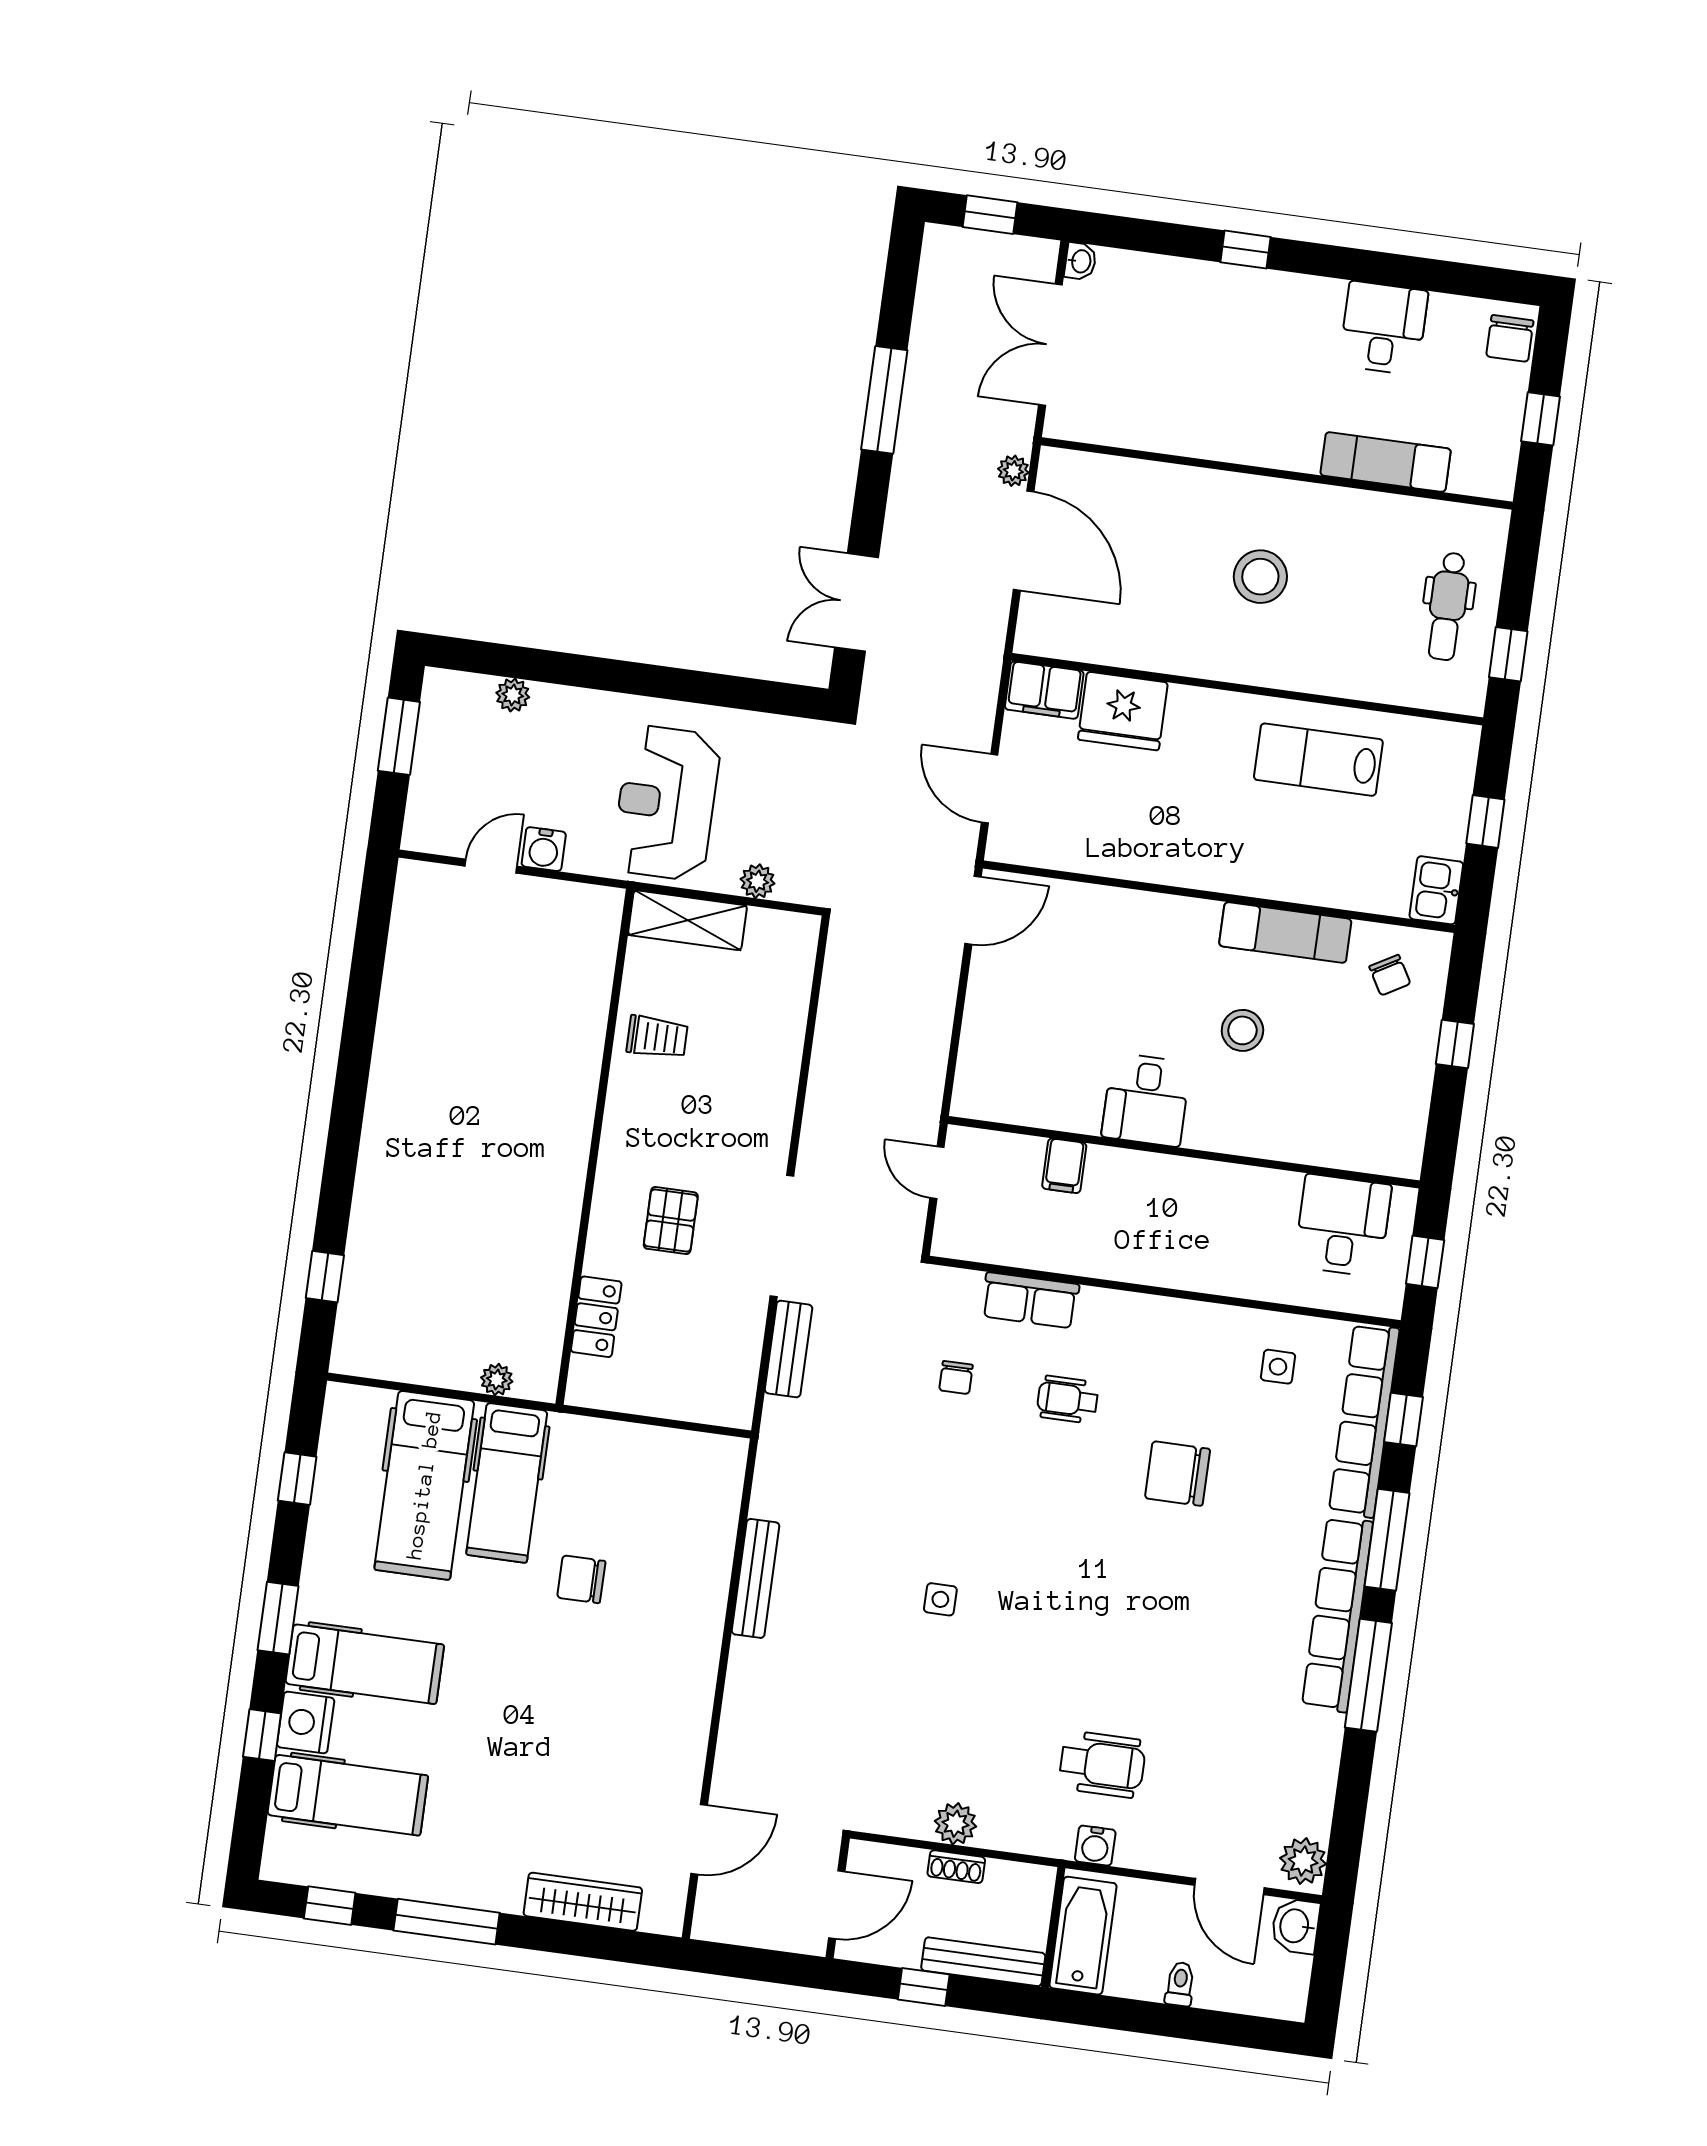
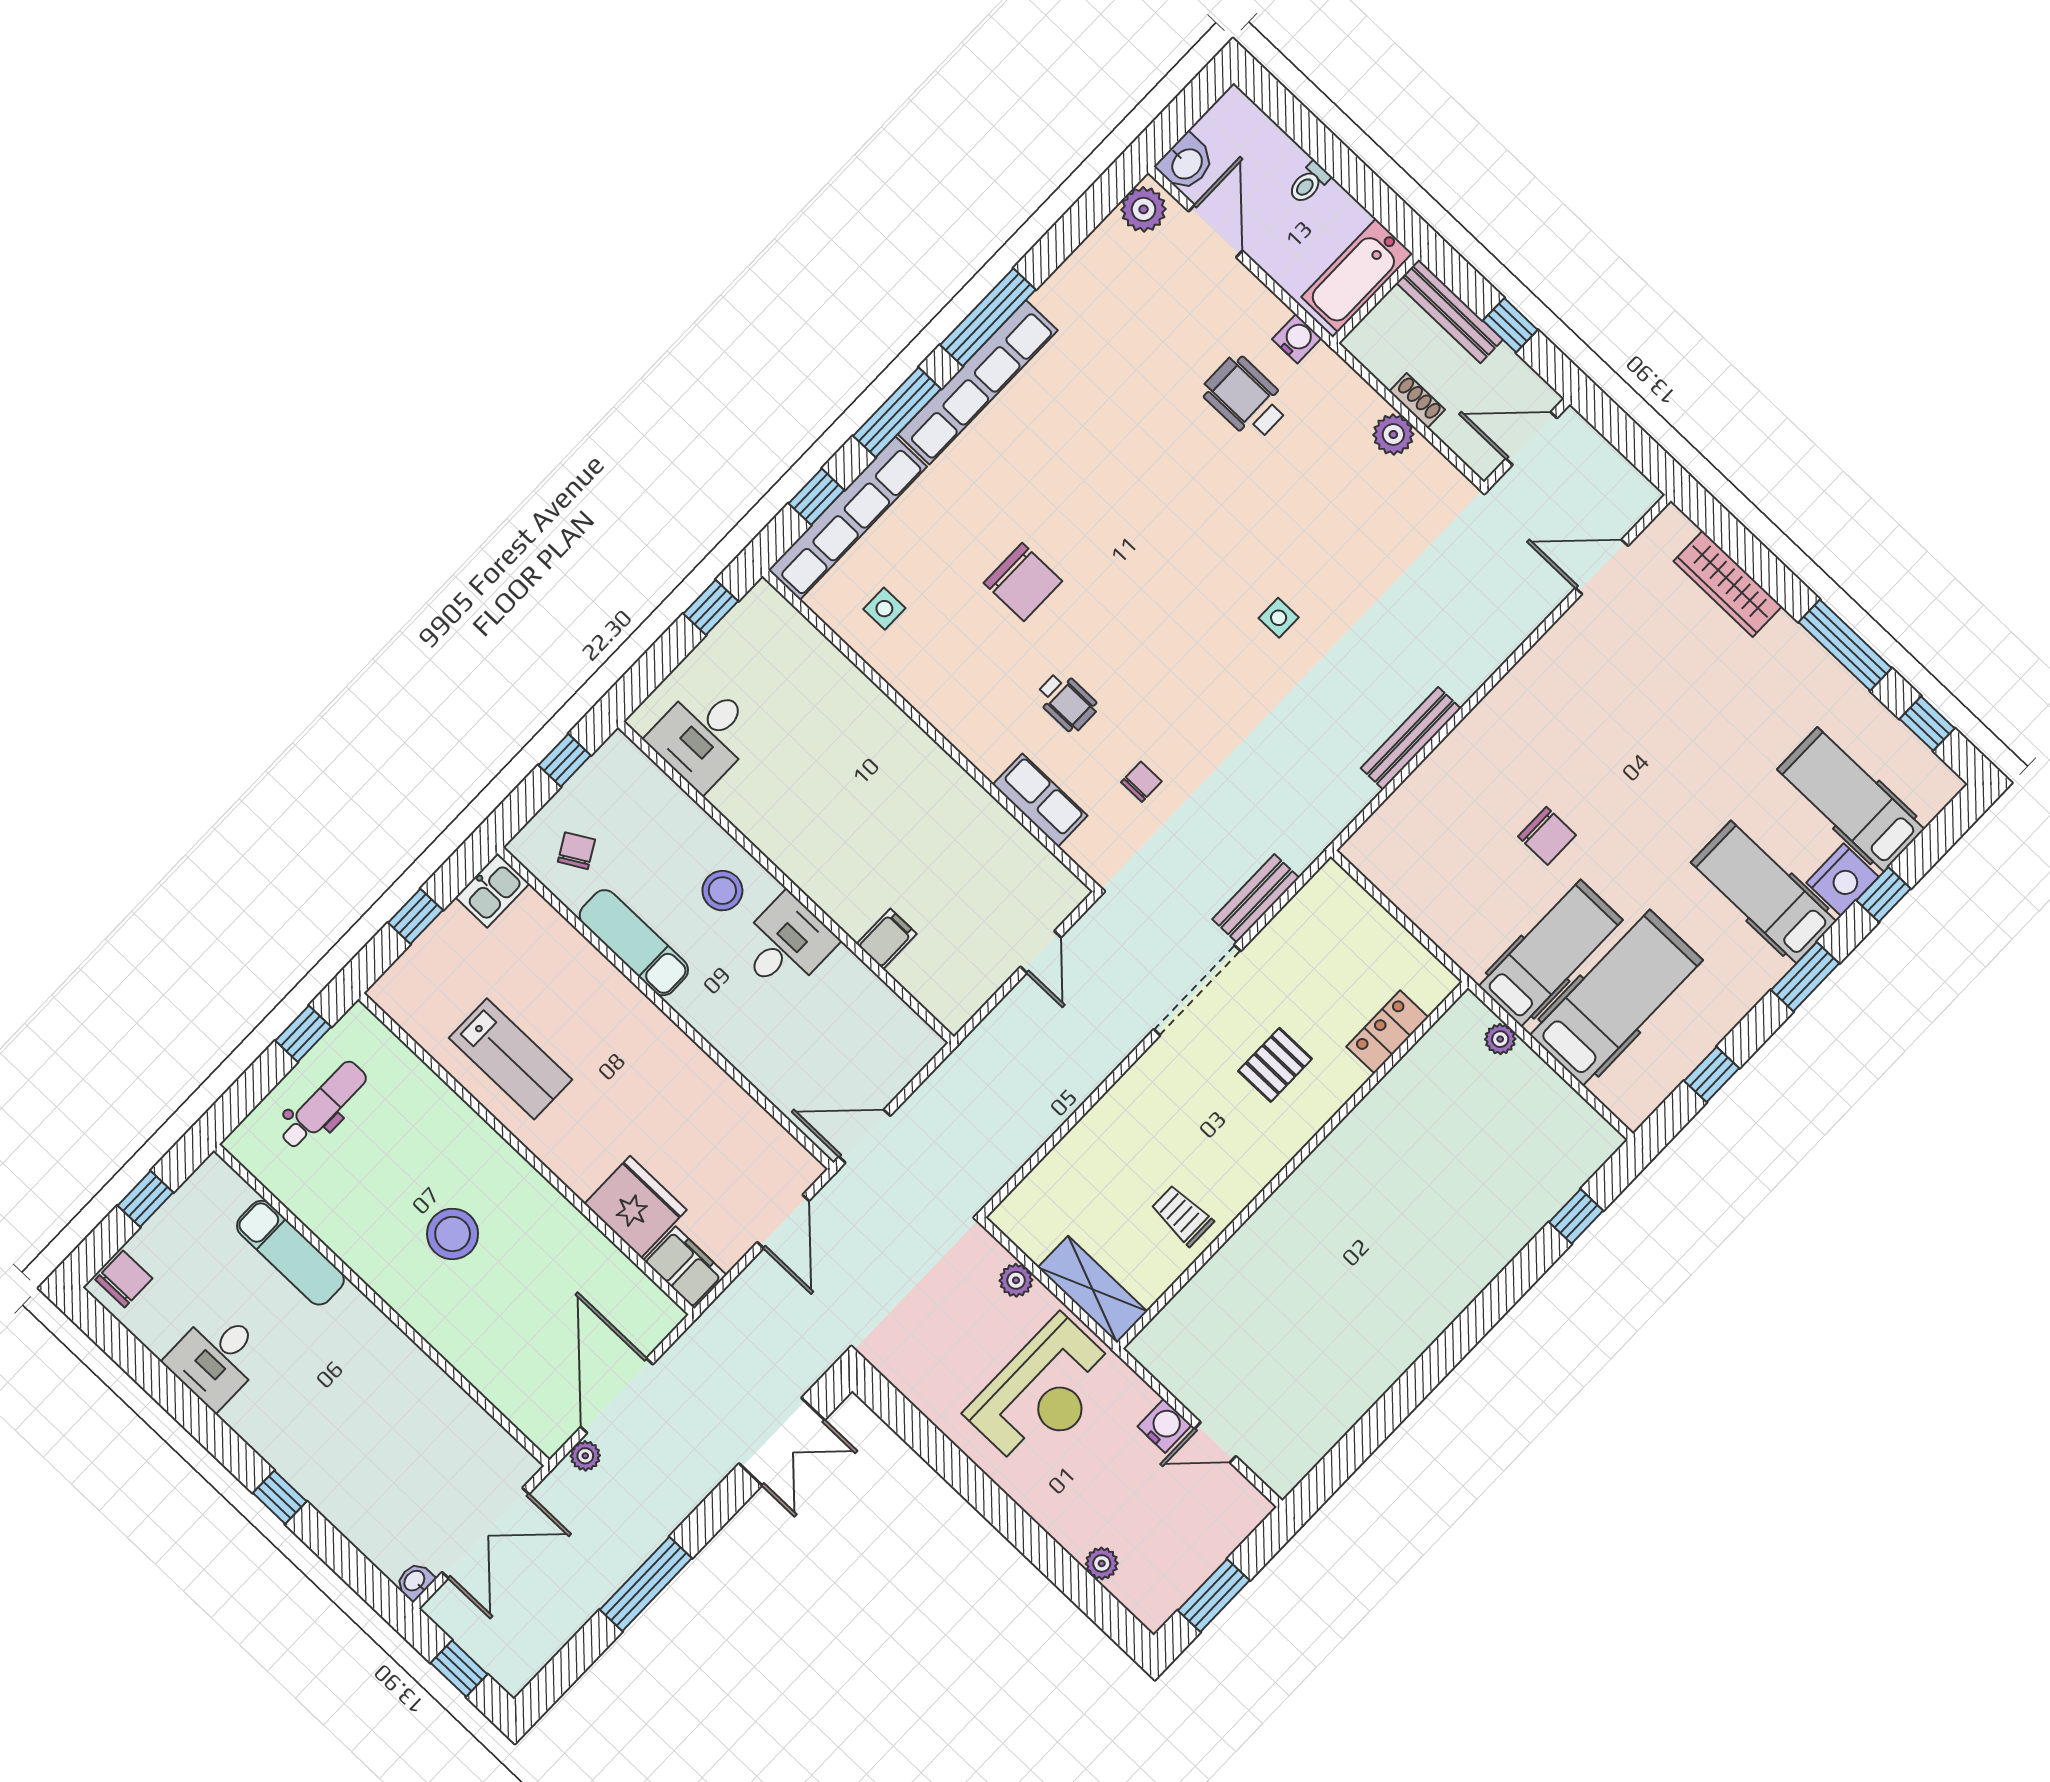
desk: (1146, 1100) -> (786, 944), moved
wall: (1184, 1152) -> (786, 882), moved
filing cabinet: (1064, 1166) -> (887, 939), moved
desk: (1343, 1225) -> (703, 735), moved

